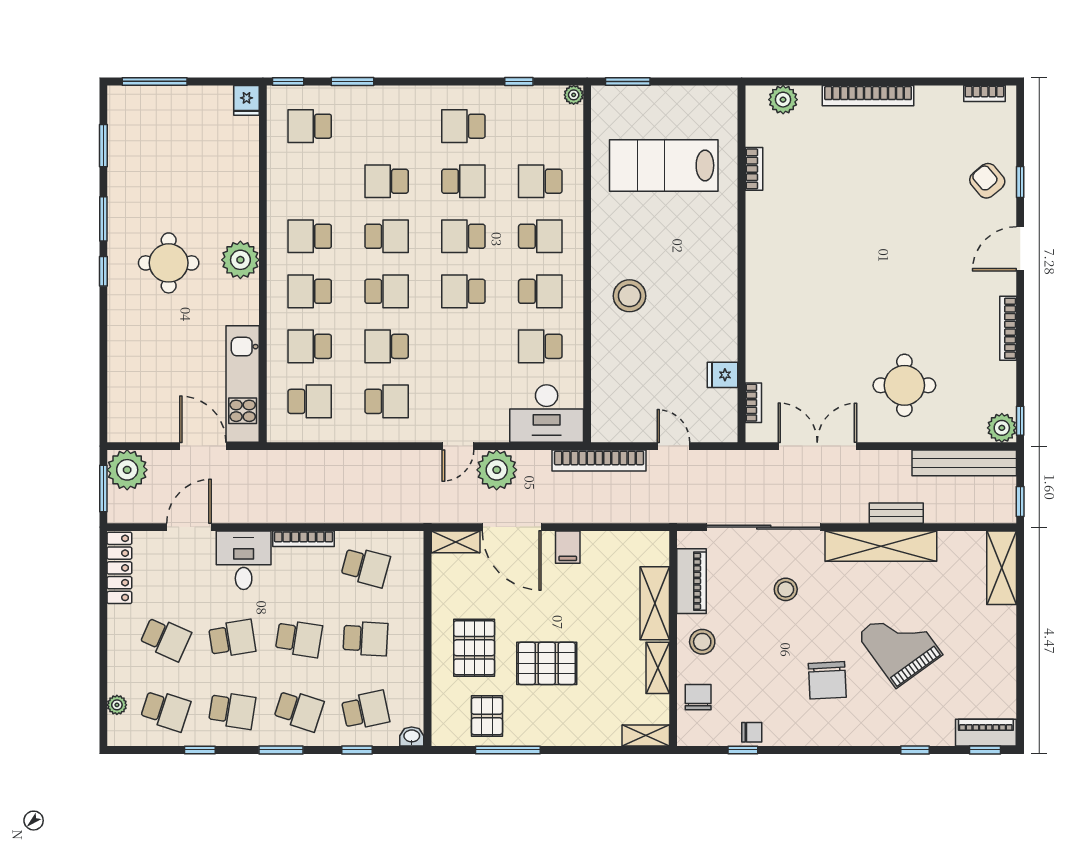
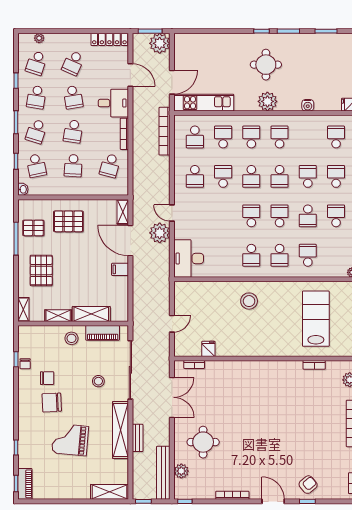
water cooler: (248, 181) -> (308, 105), added
school desk: (540, 346) -> (336, 176), moved
plant: (1002, 428) -> (181, 471), moved
bookcase: (599, 461) -> (164, 131), moved
door: (512, 527) -> (130, 241), hinge flipped
grand piano: (900, 644) -> (70, 440), turned -139
pallet: (547, 663) -> (41, 270), moved
chair: (698, 697) -> (47, 378), moved

